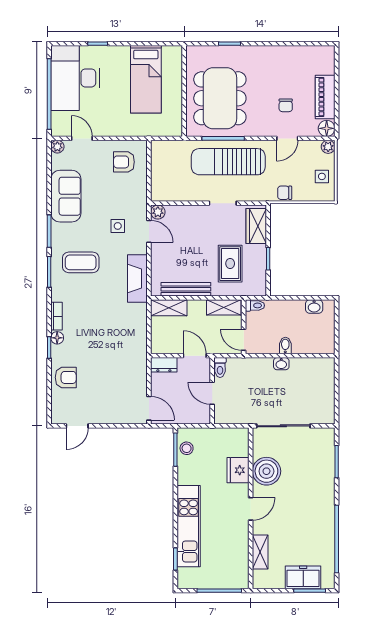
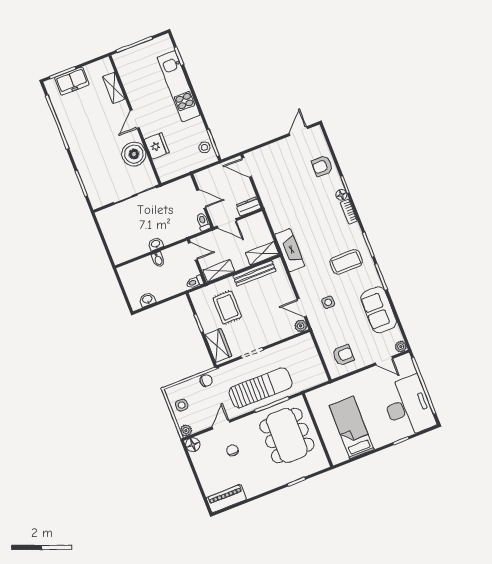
piano: (325, 97) -> (226, 499), moved, turned -90
fireplace: (137, 279) -> (290, 250), moved

